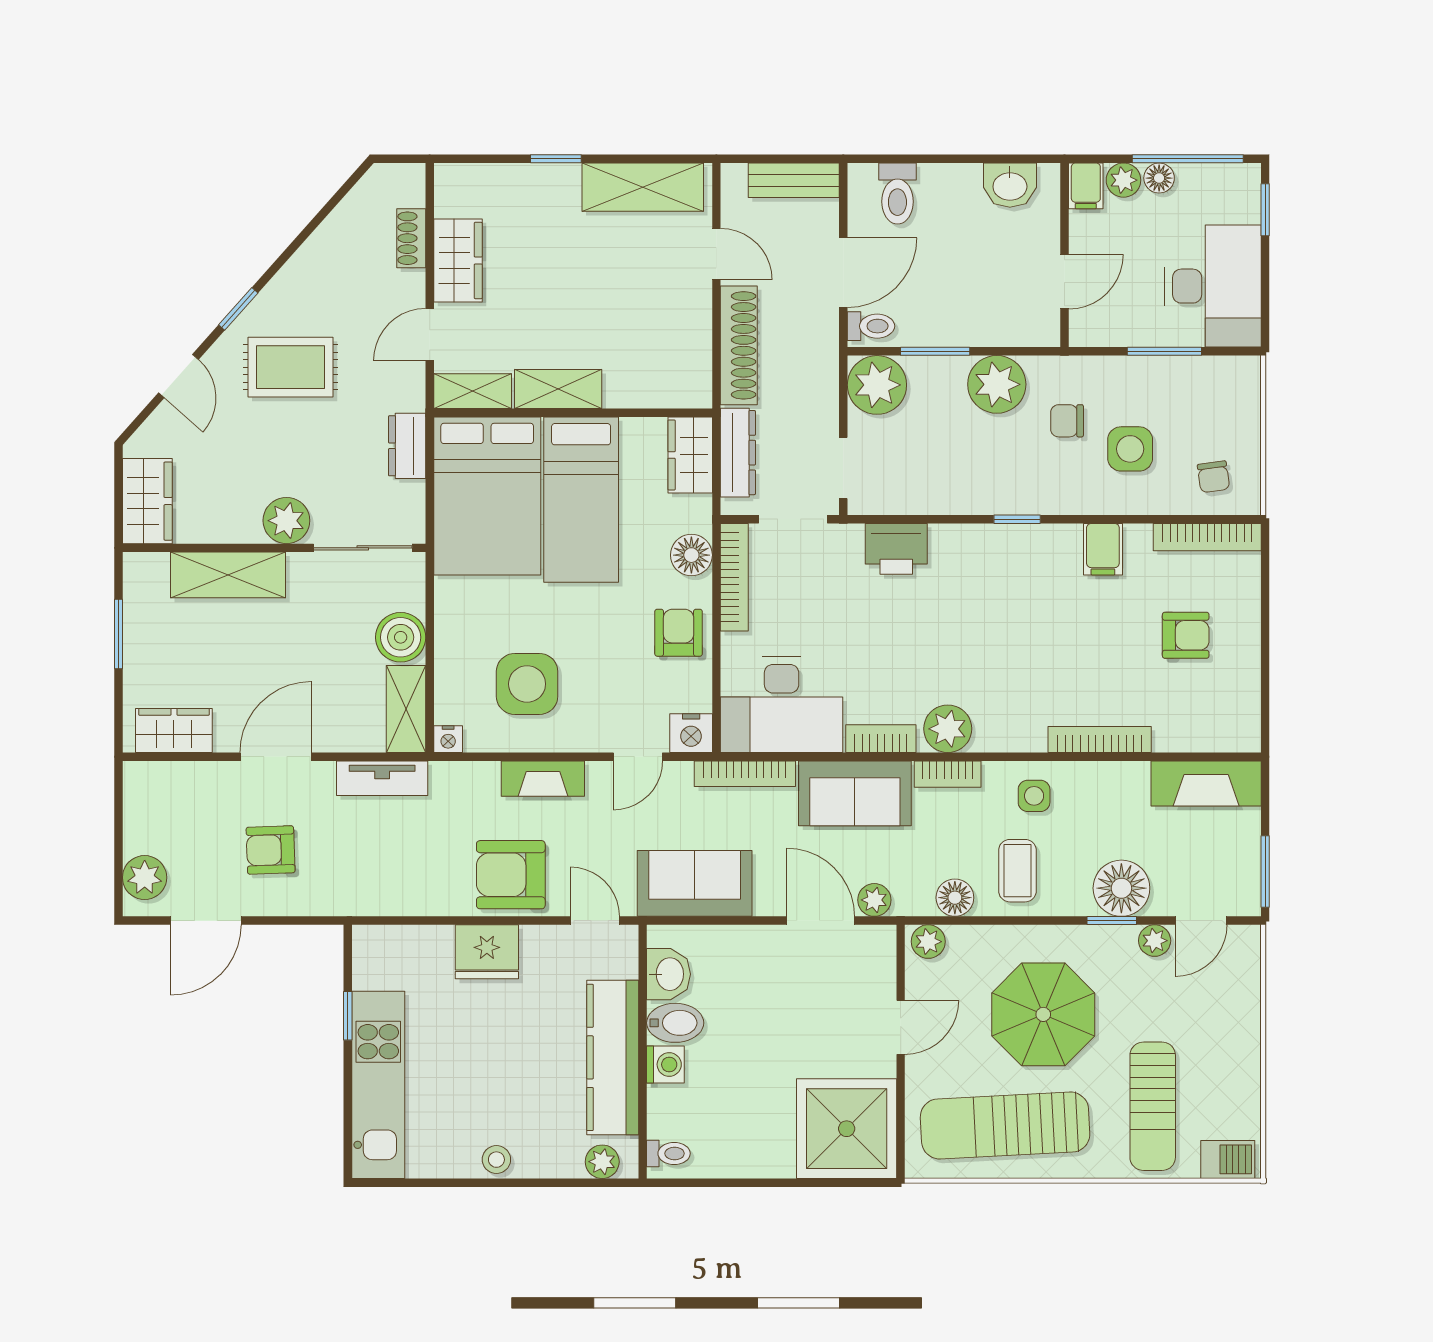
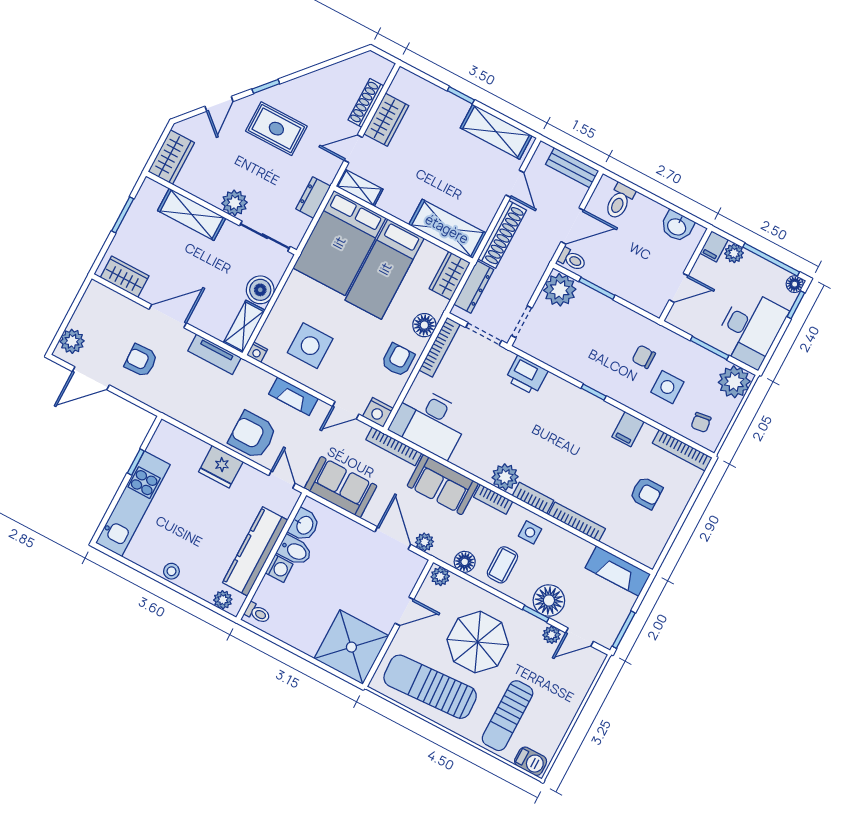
floor lamp: (1159, 178) -> (795, 284), moved
shoe rack: (411, 238) -> (366, 103), width x1.43
plant: (997, 384) -> (734, 382), moved
shelving: (558, 389) -> (447, 229), moved, width x1.50, depth x1.33
bookcase: (881, 739) -> (533, 498), moved

